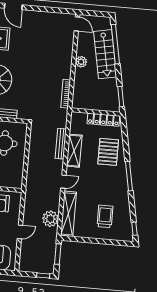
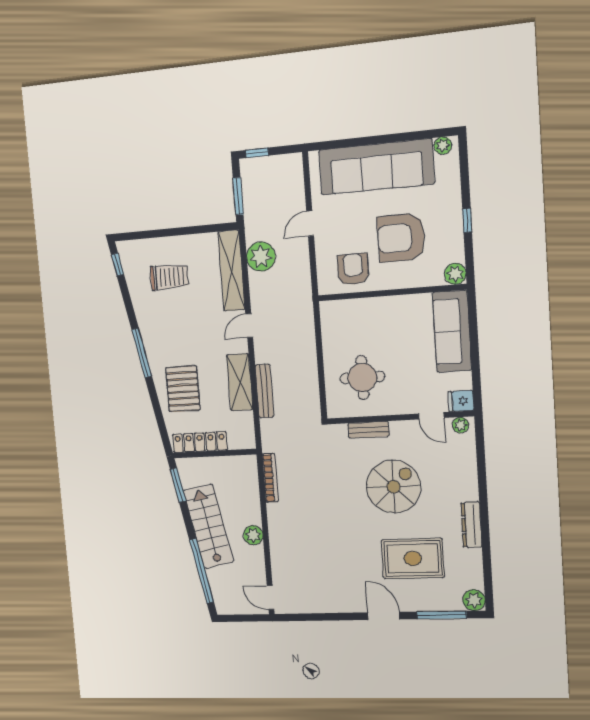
stairs: (105, 54) -> (208, 526), moved
trolley: (105, 216) -> (169, 277), turned -90

